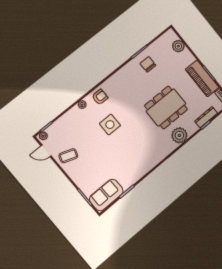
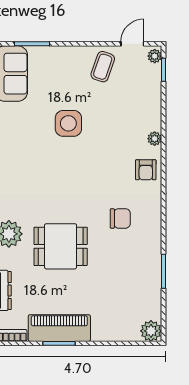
plant: (178, 46) -> (151, 331), moved
chair: (148, 64) -> (120, 218), moved
dining table: (166, 108) -> (61, 246), width x0.73
side table: (110, 125) -> (68, 123), moved

